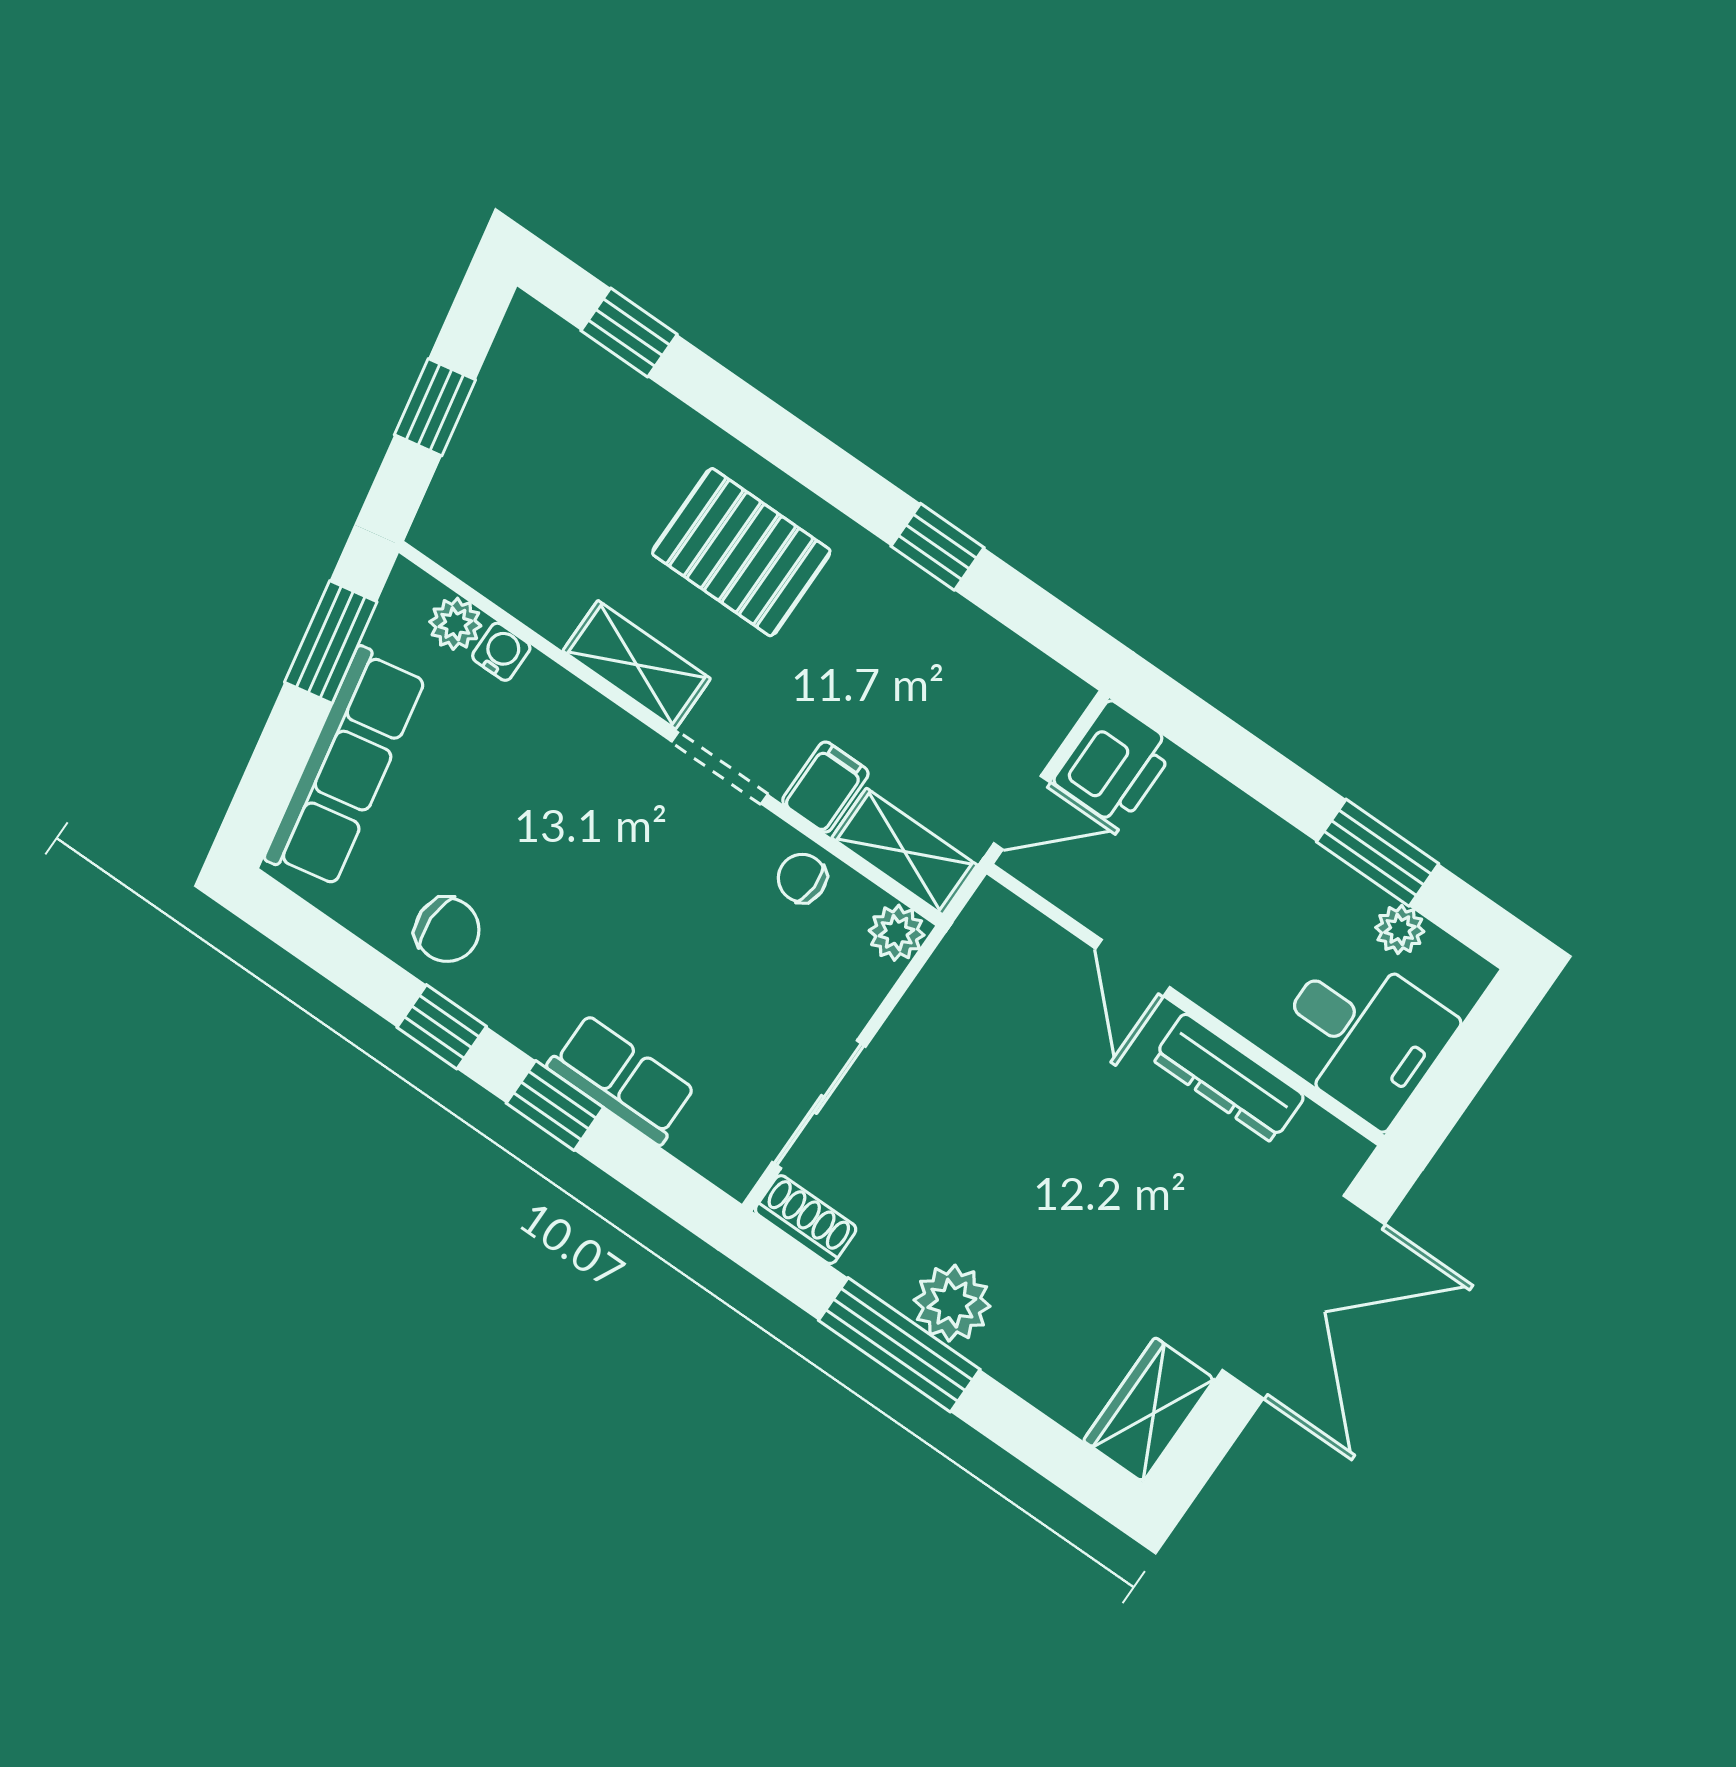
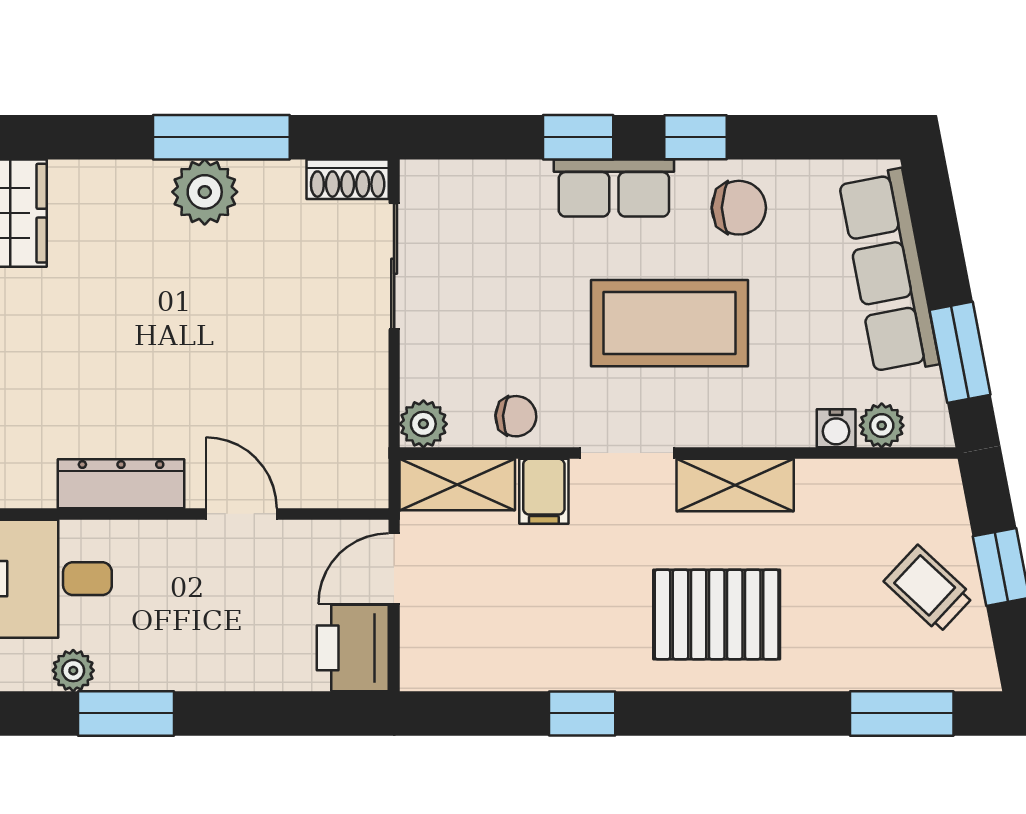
window: (629, 333) -> (902, 713), width x1.50
trolley: (520, 435) -> (929, 589), added
coffee table: (591, 865) -> (670, 323), added
chair: (447, 930) -> (739, 208), turned 180
row of seats: (622, 1079) -> (614, 188), moved

